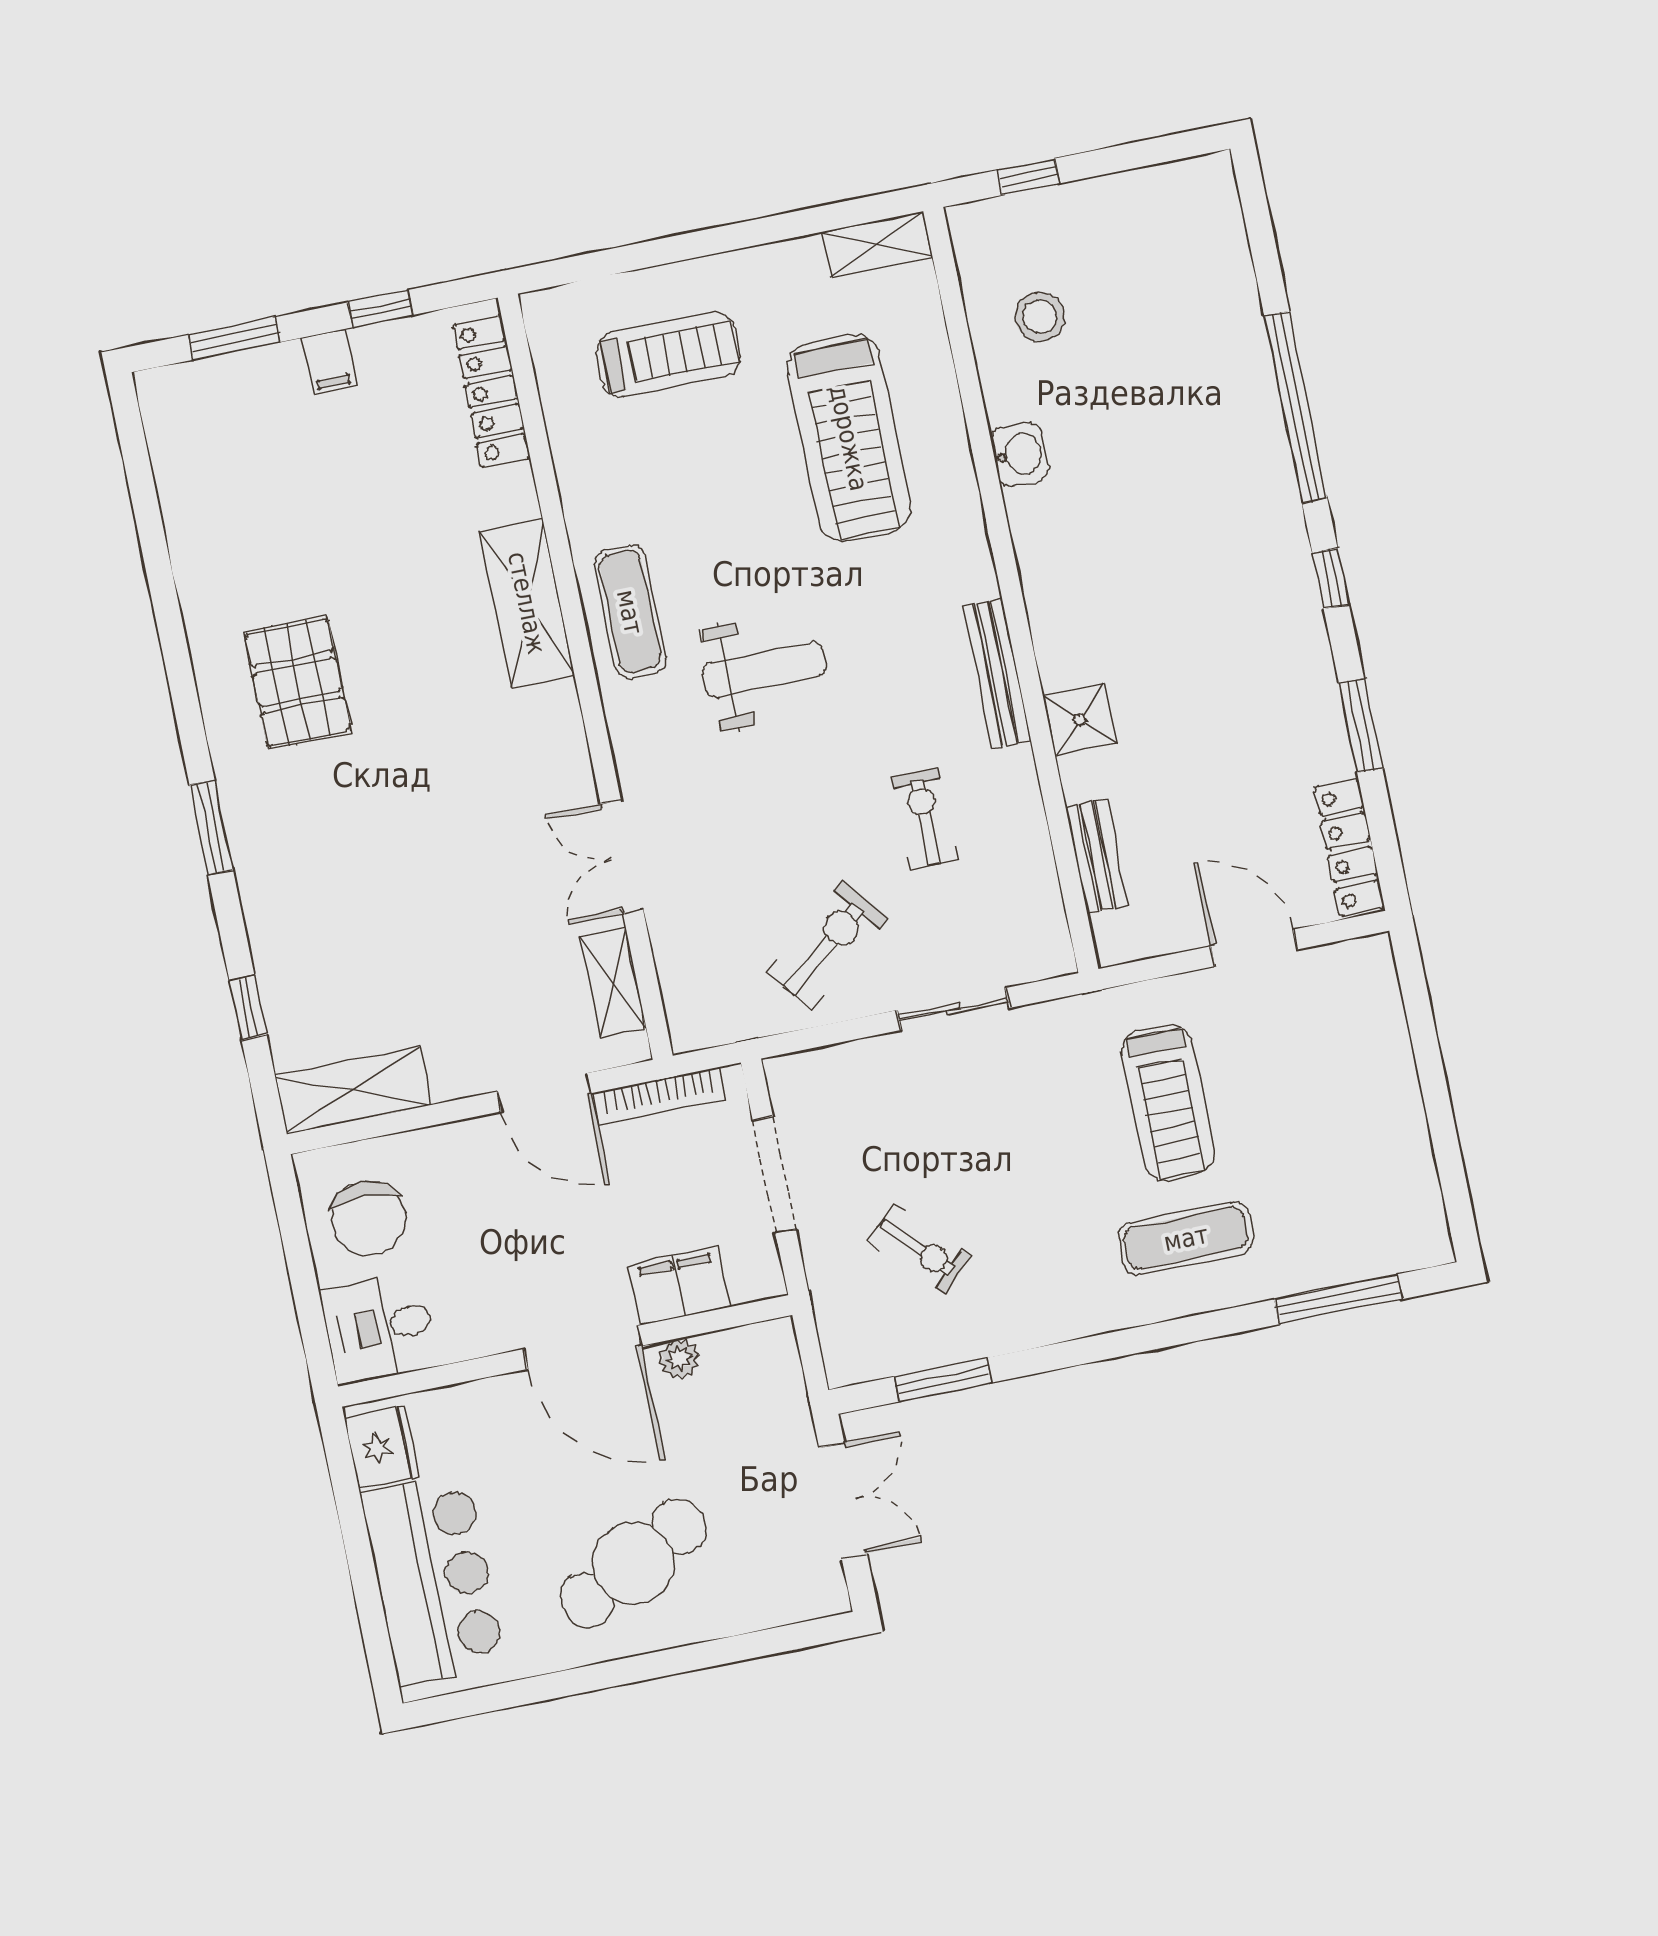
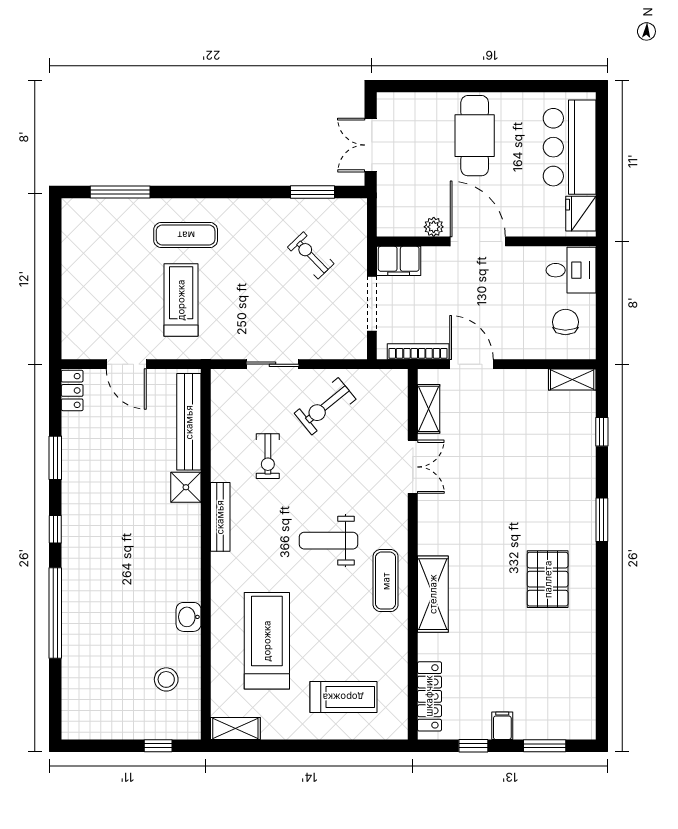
treadmill: (668, 355) -> (343, 697), turned 180
locker: (1349, 848) -> (72, 390), width x0.66
bench: (1097, 856) -> (189, 422), width x1.86, depth x1.21
shelving: (353, 1090) -> (572, 380), width x0.67, depth x0.75
chair: (368, 1218) -> (565, 322), width x0.73, depth x0.73
filing cabinet: (679, 1286) -> (399, 261), moved
cafe table: (633, 1563) -> (475, 136), turned -63

